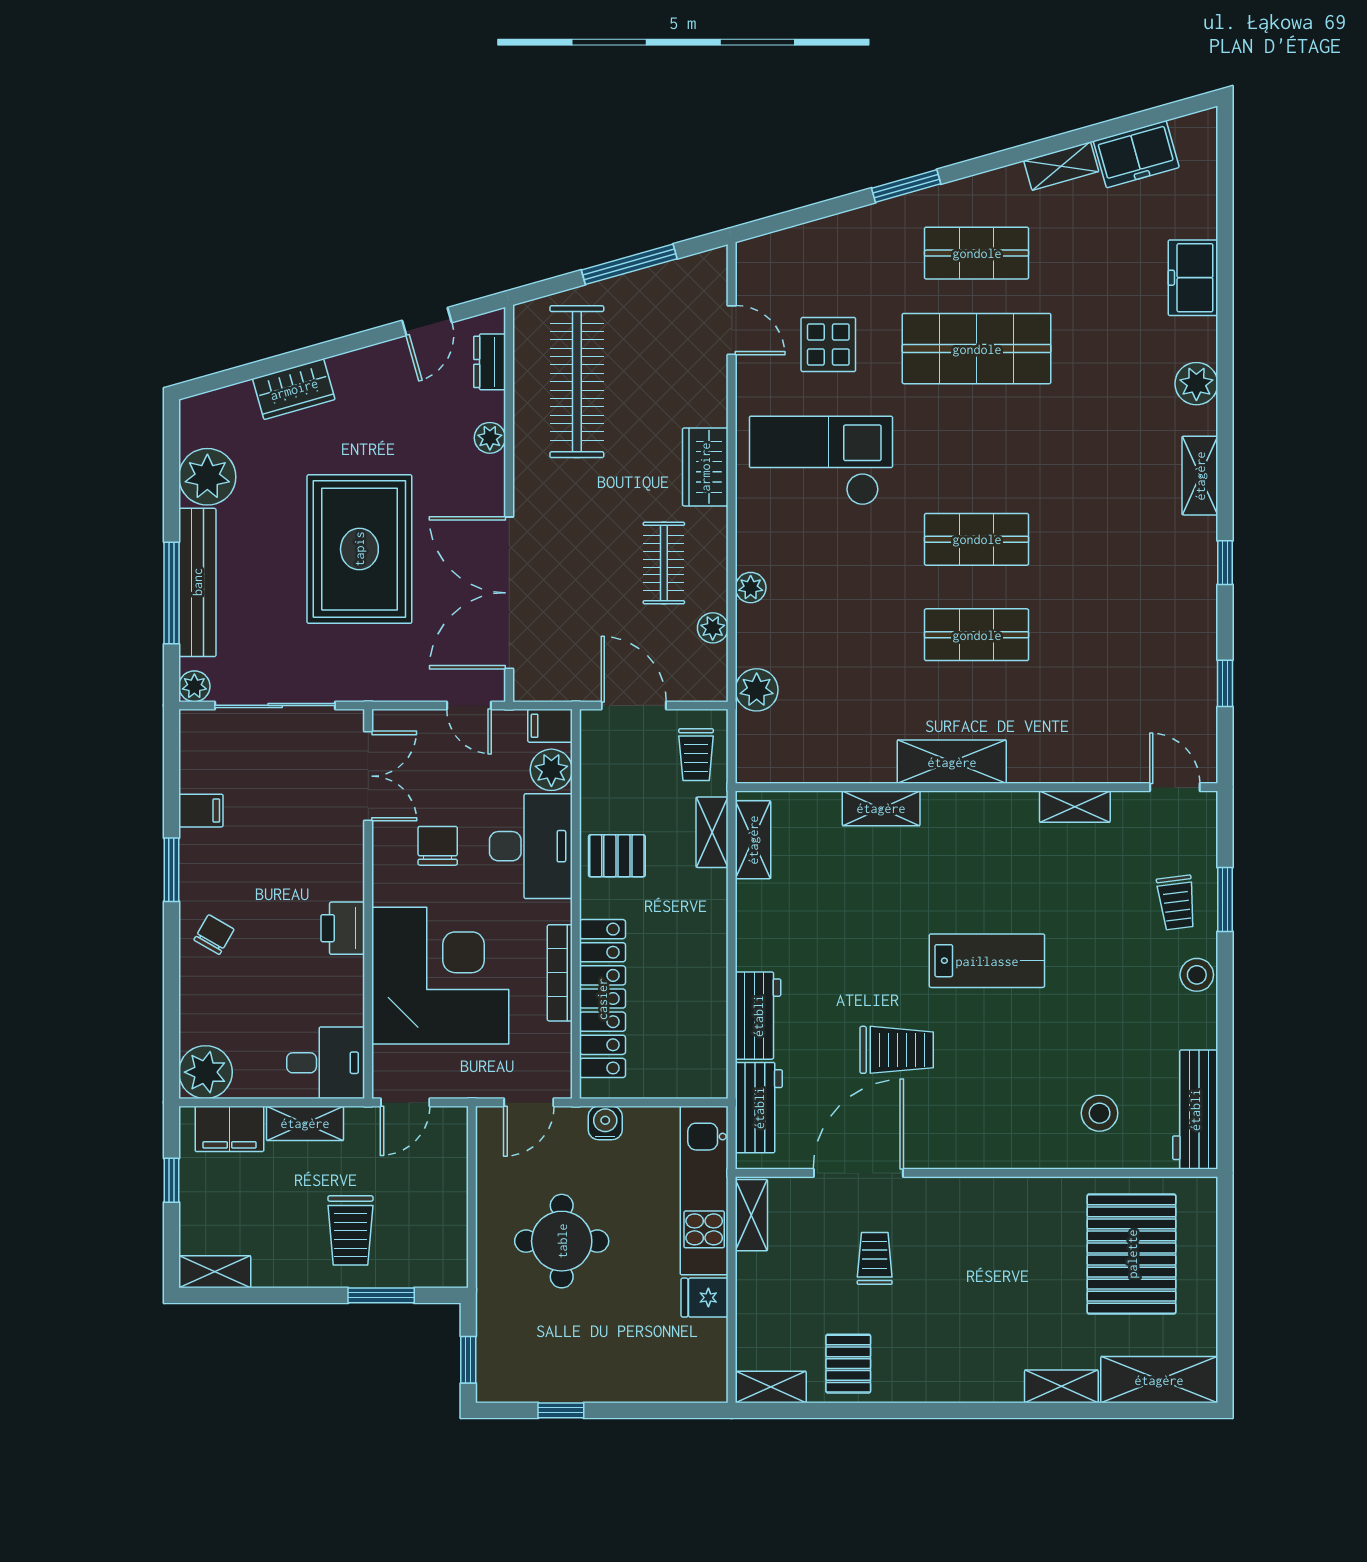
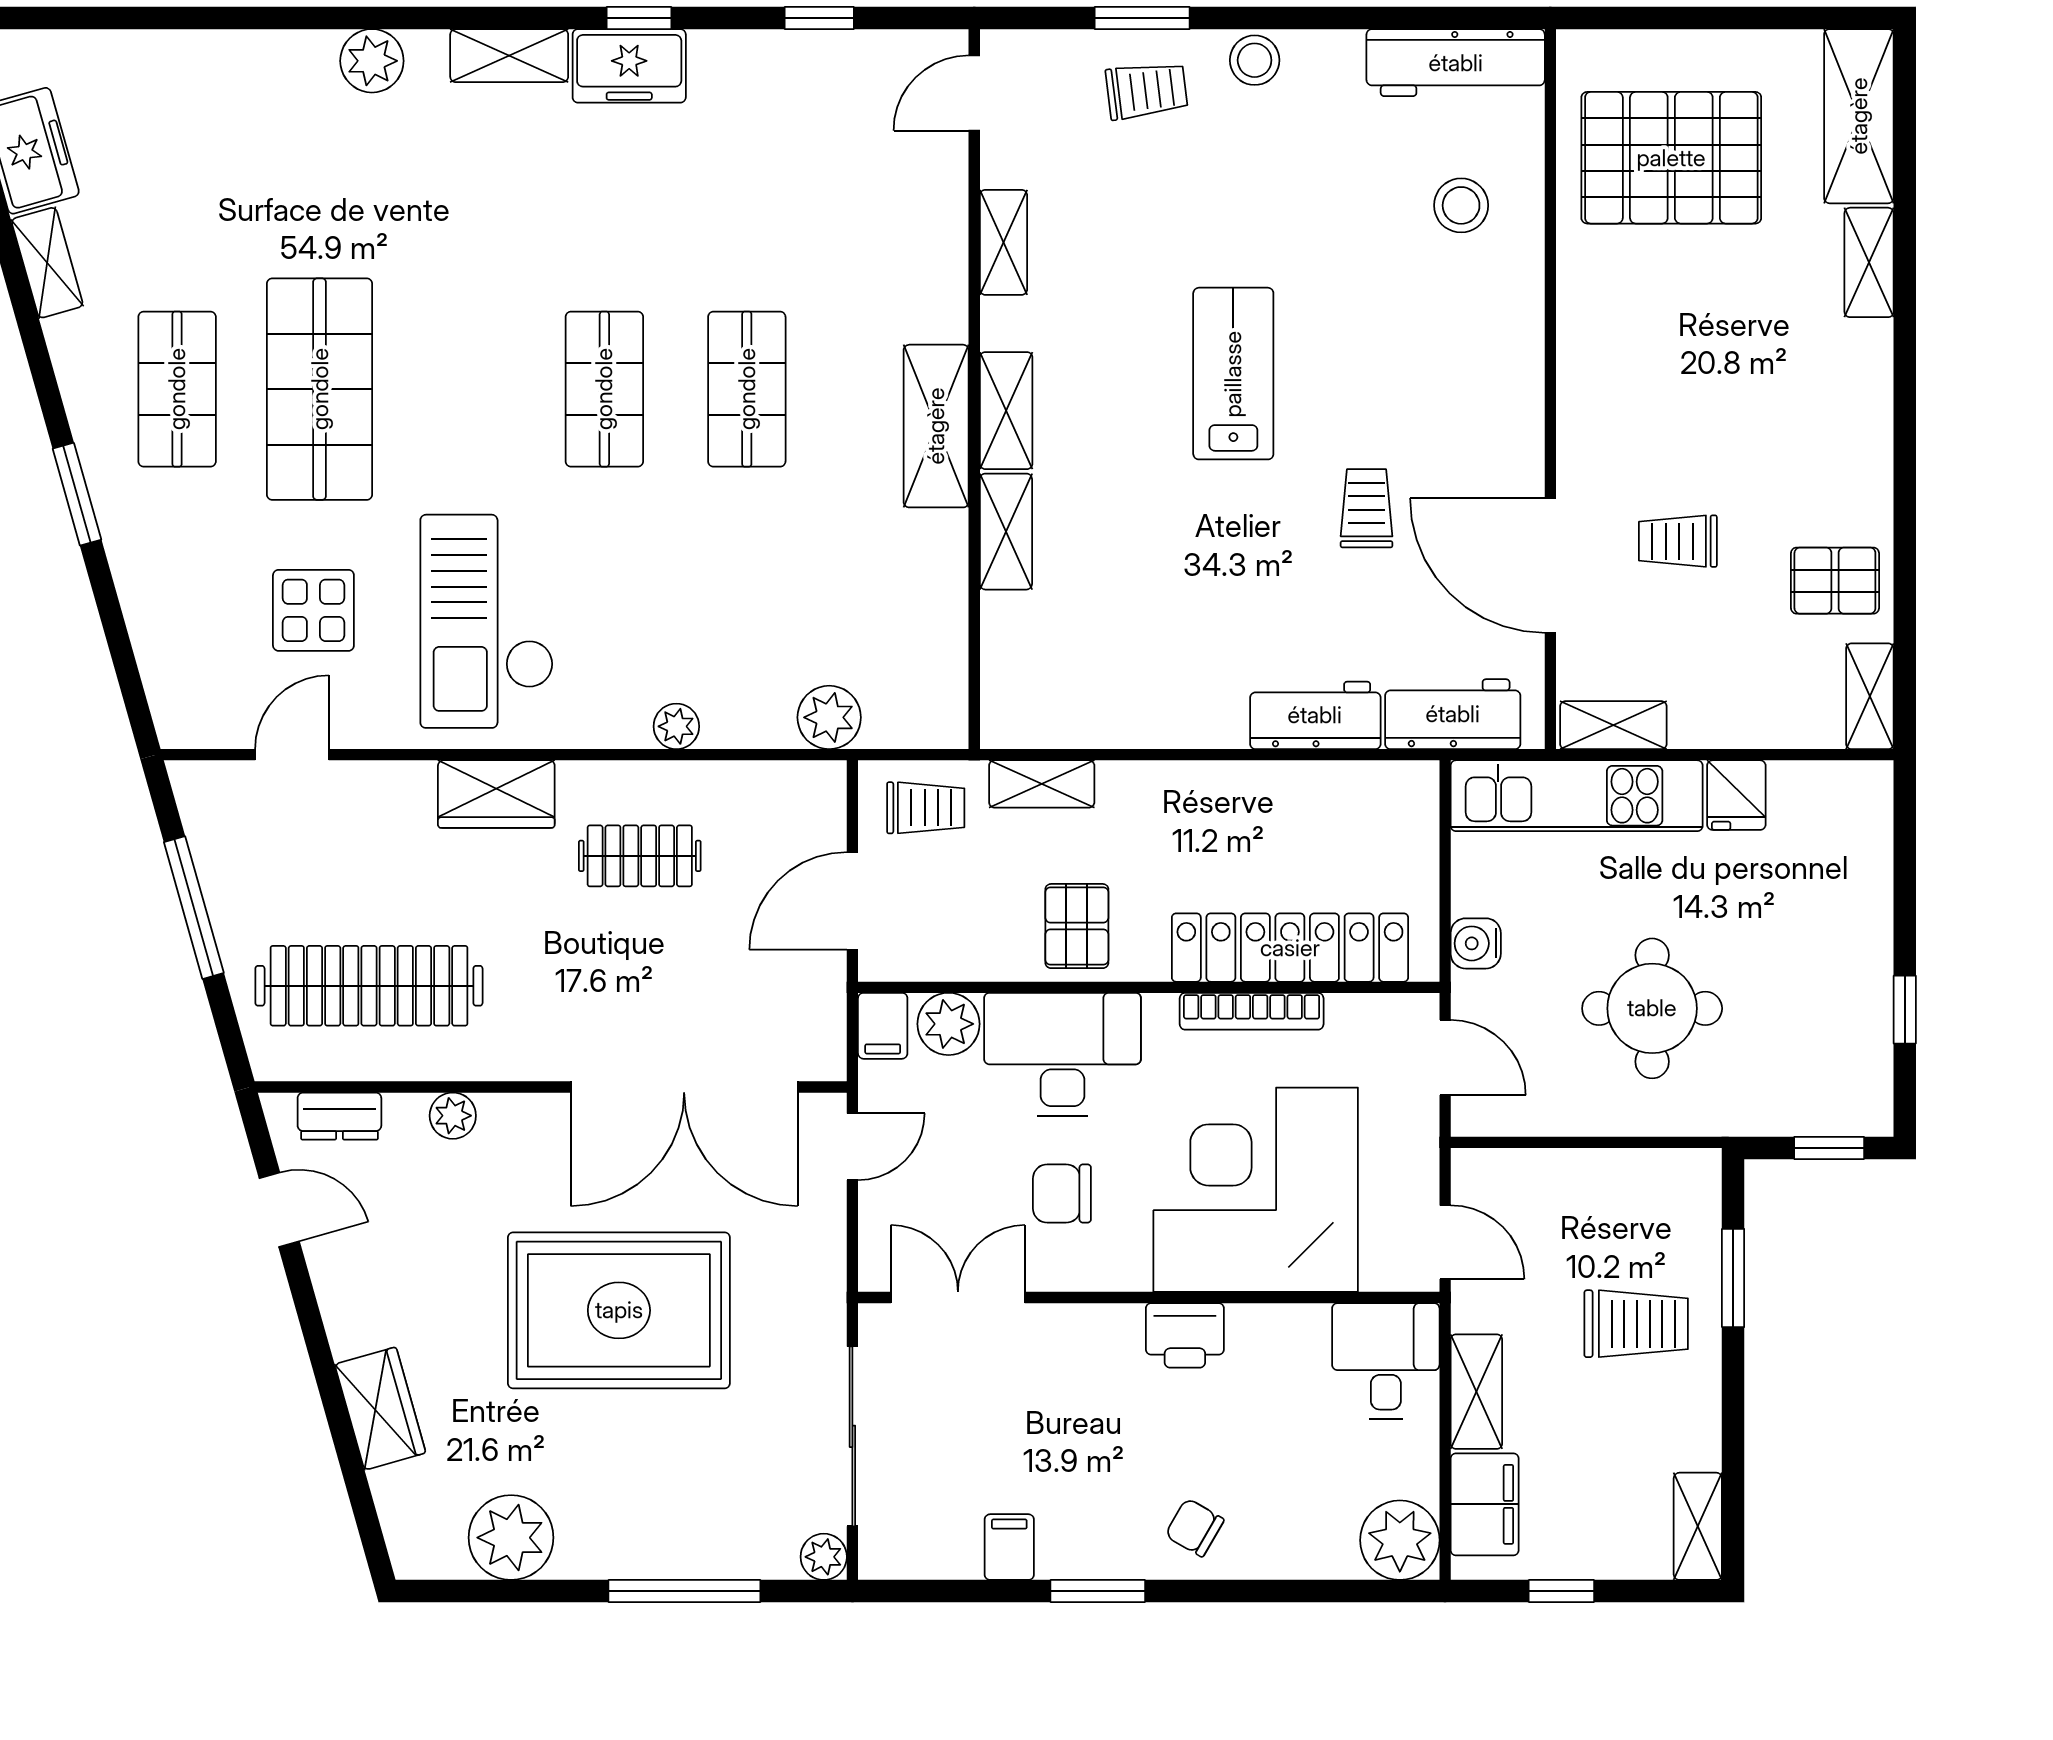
freezer: (1193, 278) -> (629, 66), moved
bench: (197, 582) -> (669, 1552), removed
plant: (713, 628) -> (737, 783), removed
shelving: (753, 840) -> (1006, 411), moved, turned 90
trolley: (897, 1050) -> (1367, 508), width x0.73, depth x0.72

